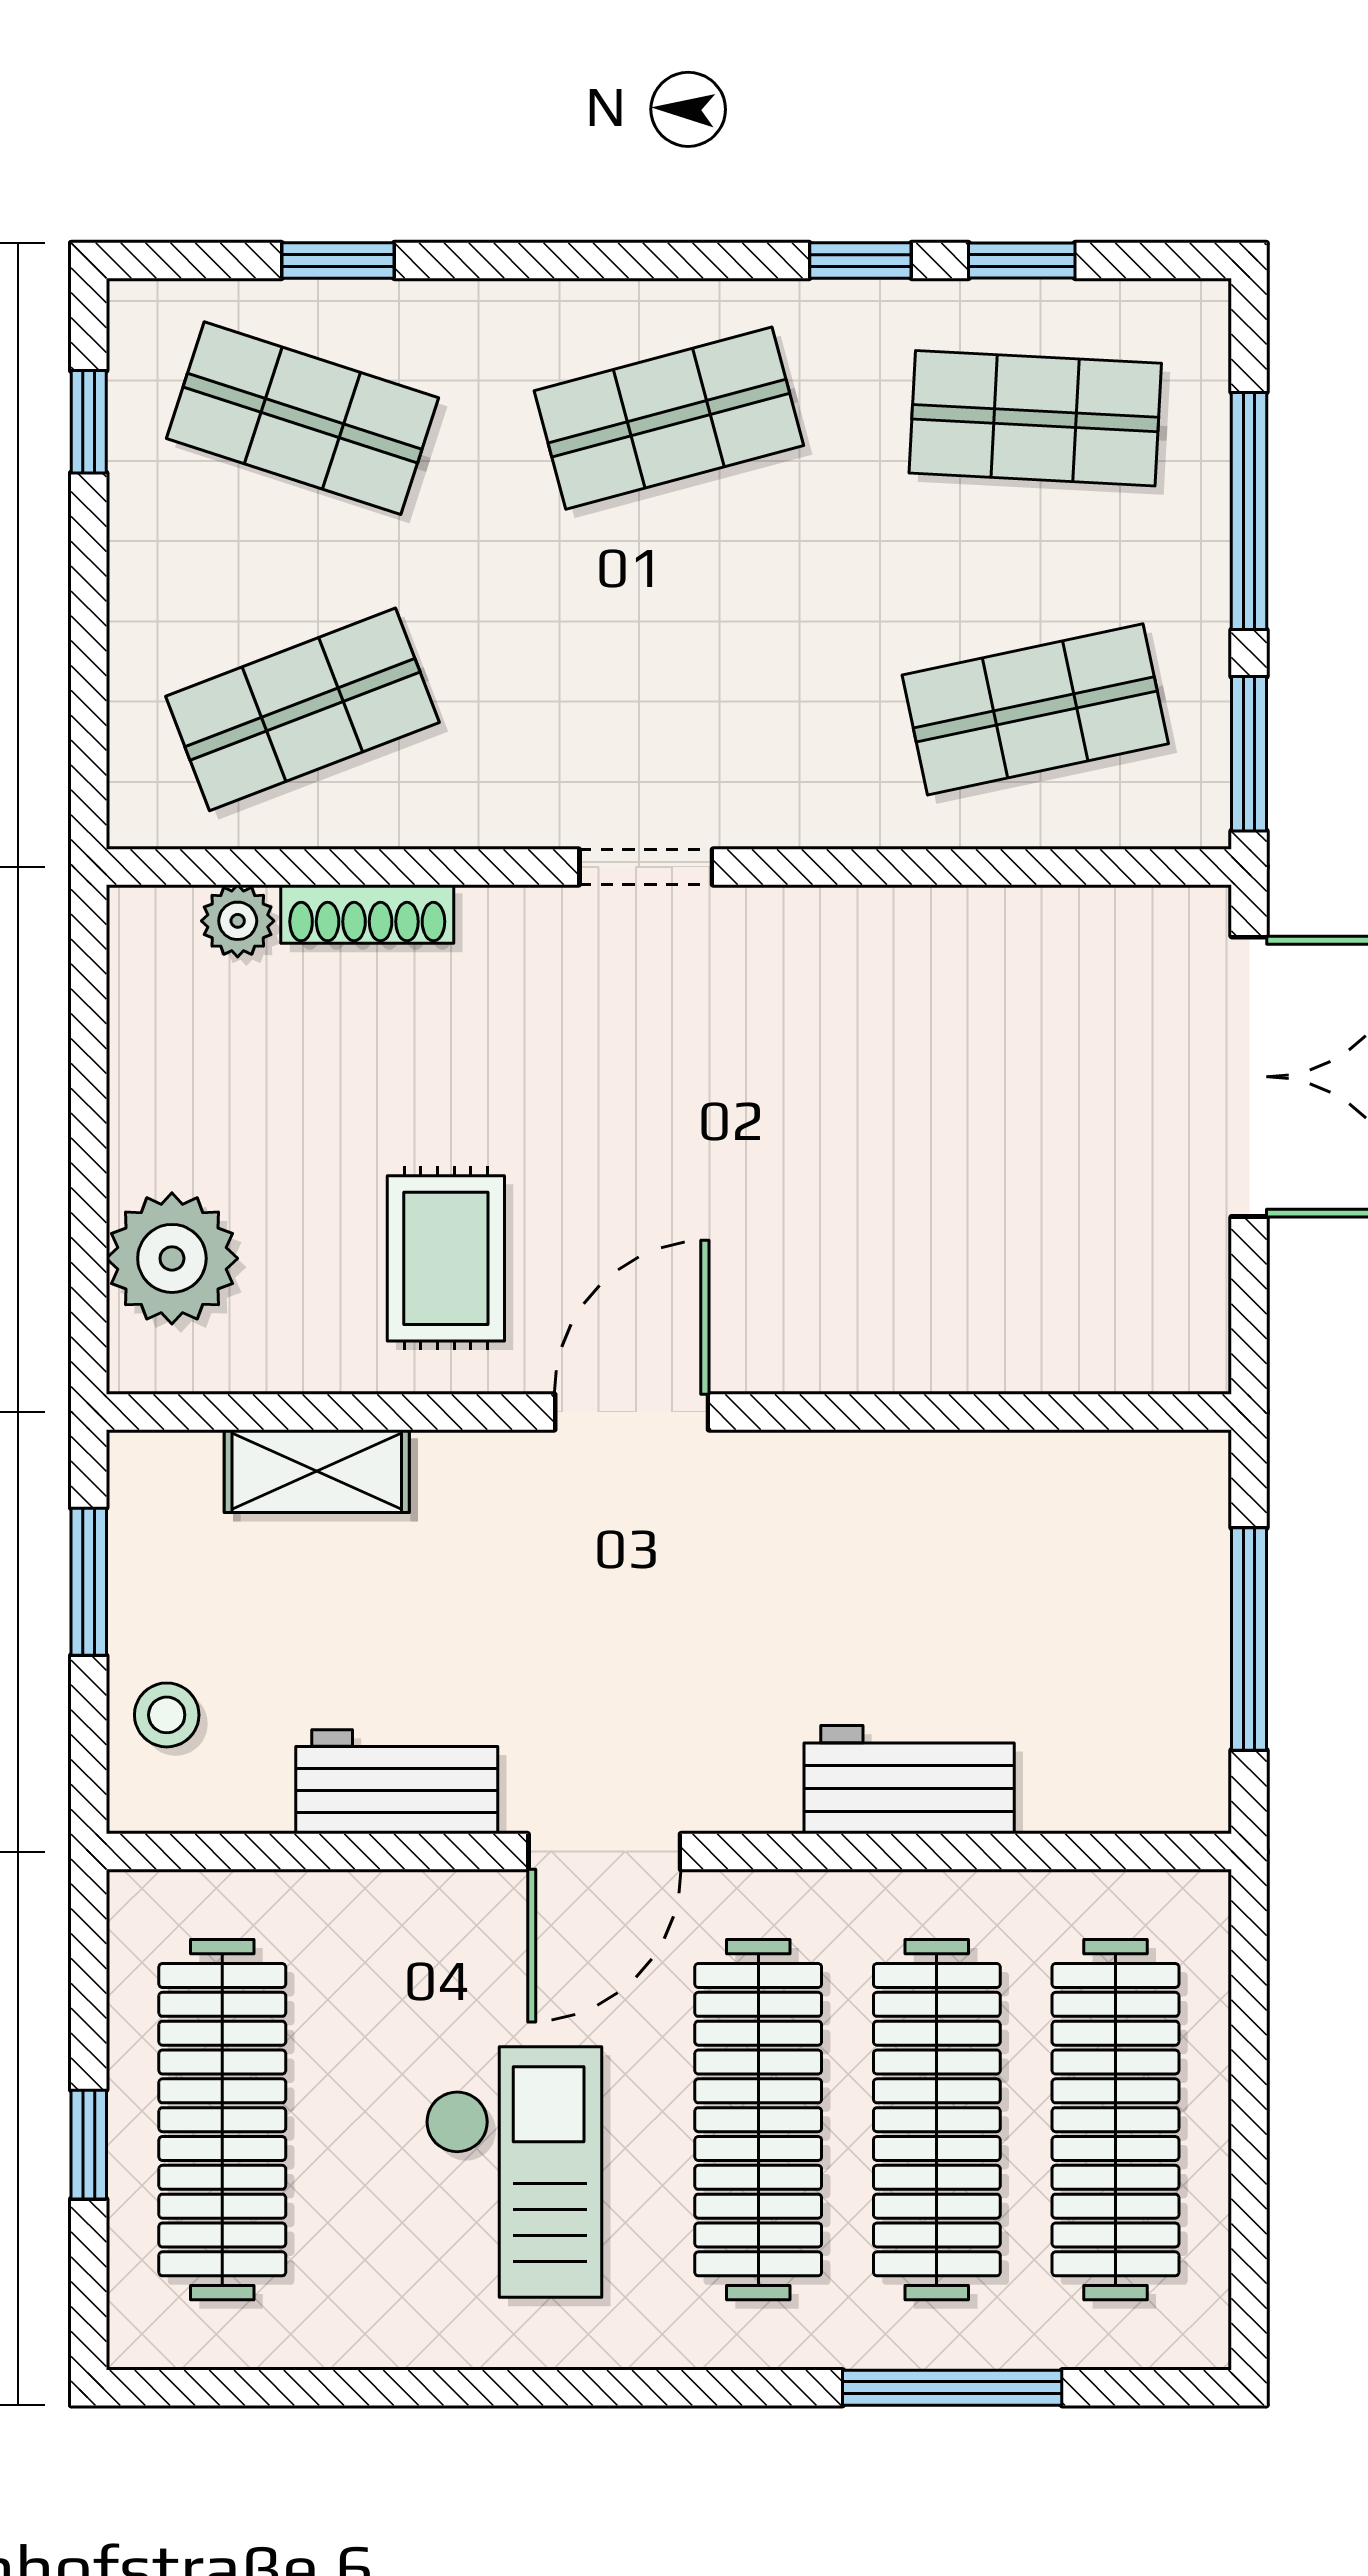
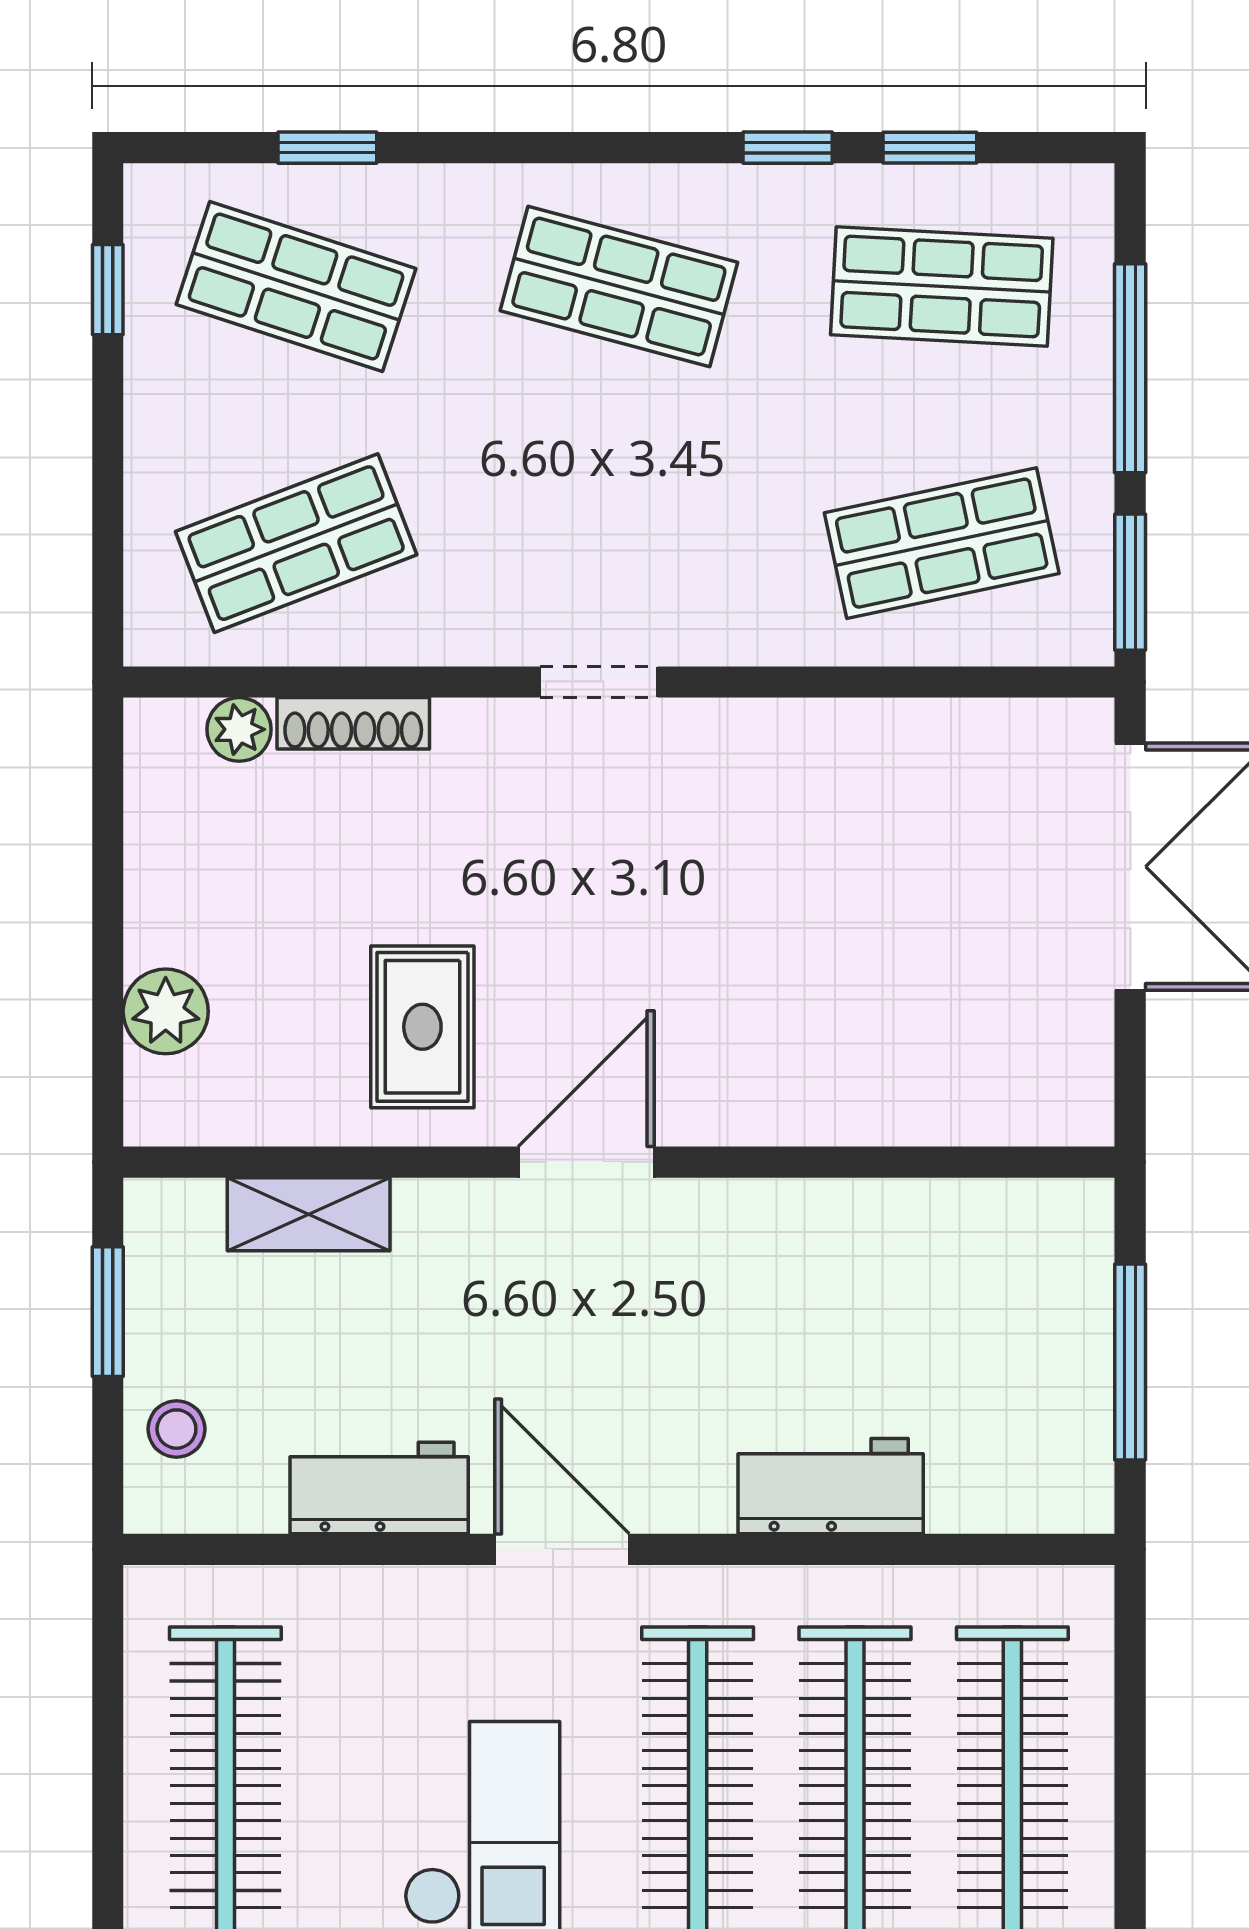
shop shelf: (669, 418) -> (619, 287), turned 30
plant: (172, 1258) -> (166, 1011), width x0.73, depth x0.73
door: (604, 1852) -> (562, 1549), swing flipped
window: (89, 2145) -> (108, 1808), removed

